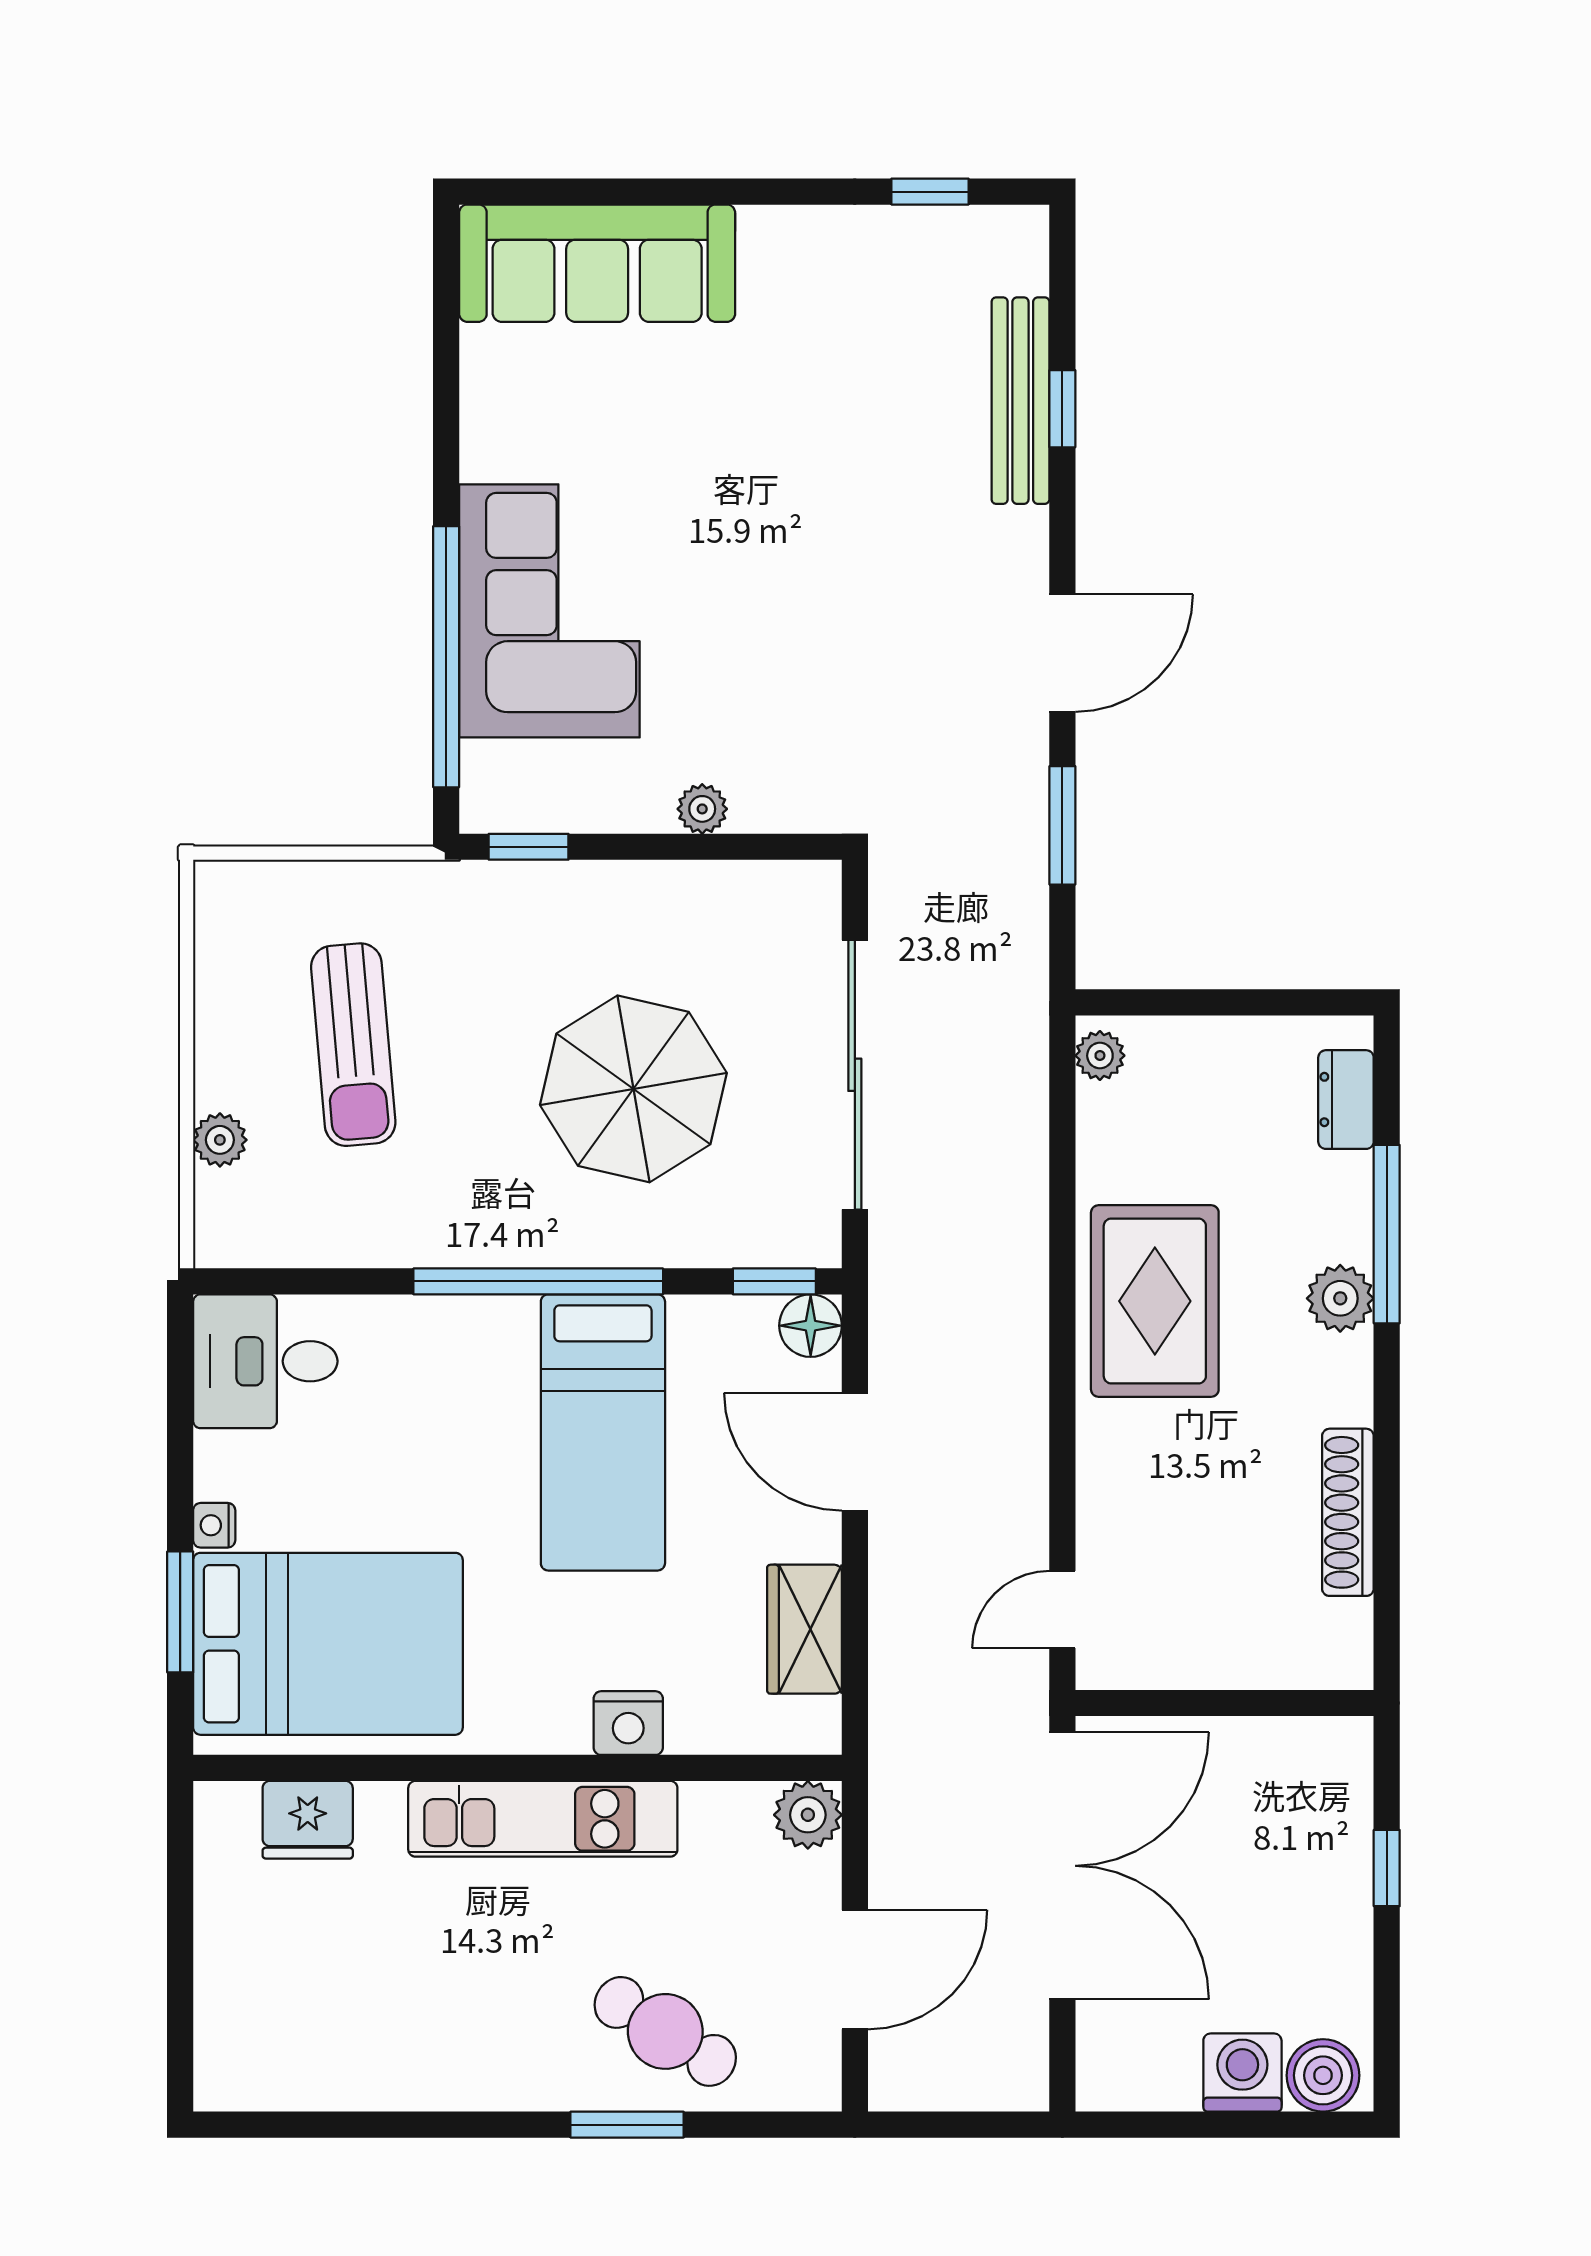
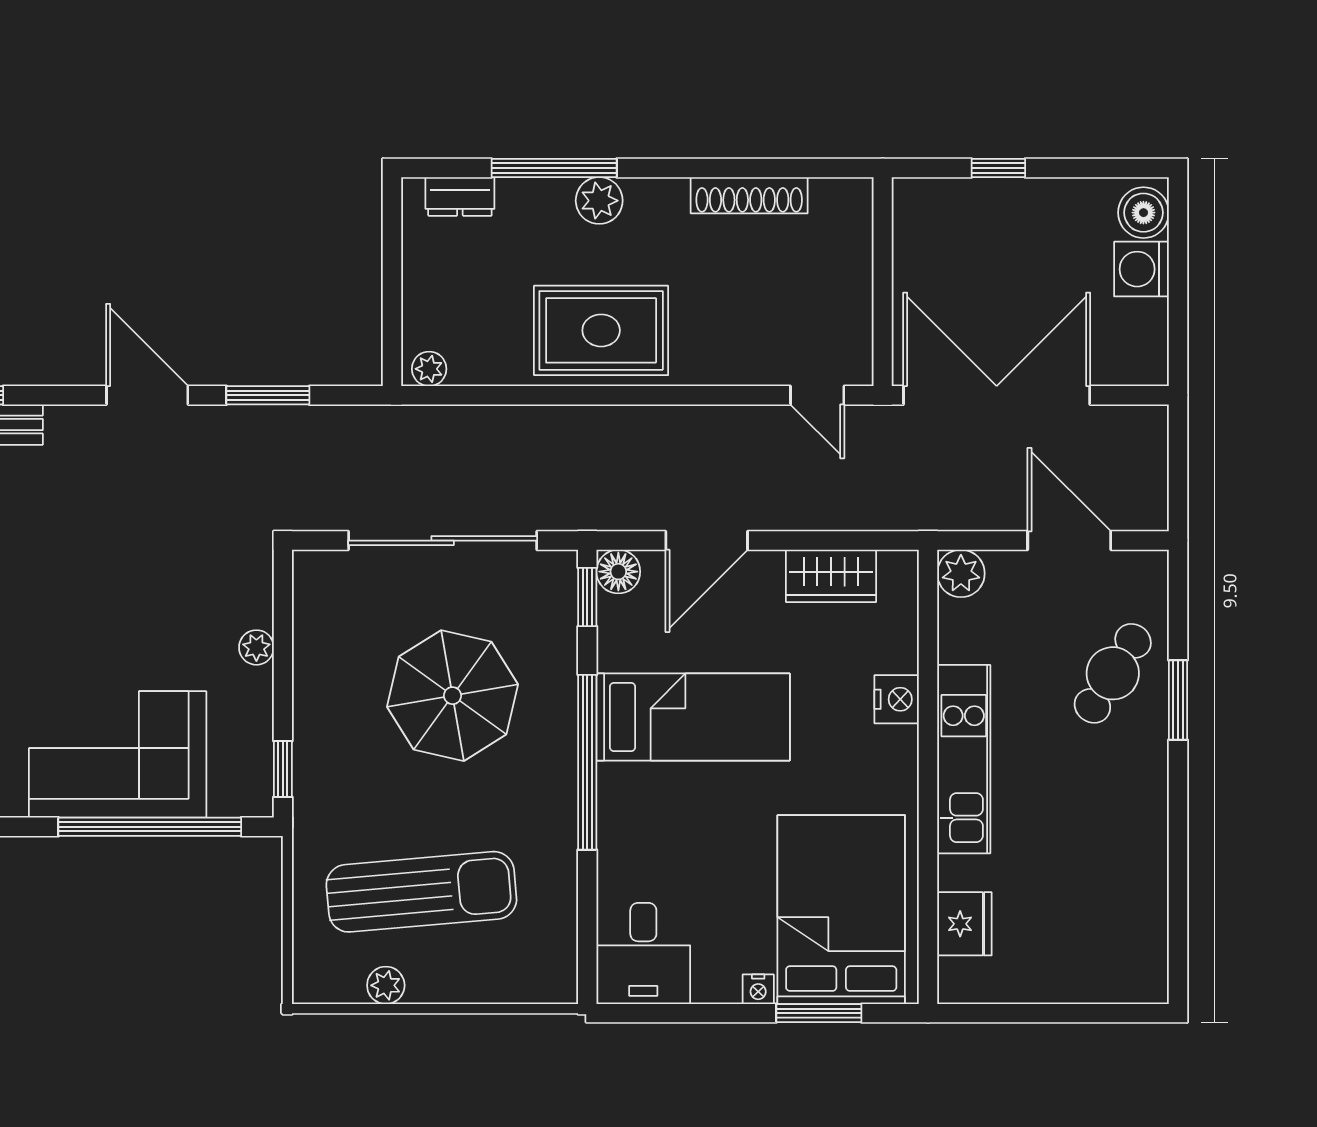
sun lounger: (353, 1045) -> (421, 892), width x1.36, depth x1.34
plant: (220, 1140) -> (386, 985), moved

